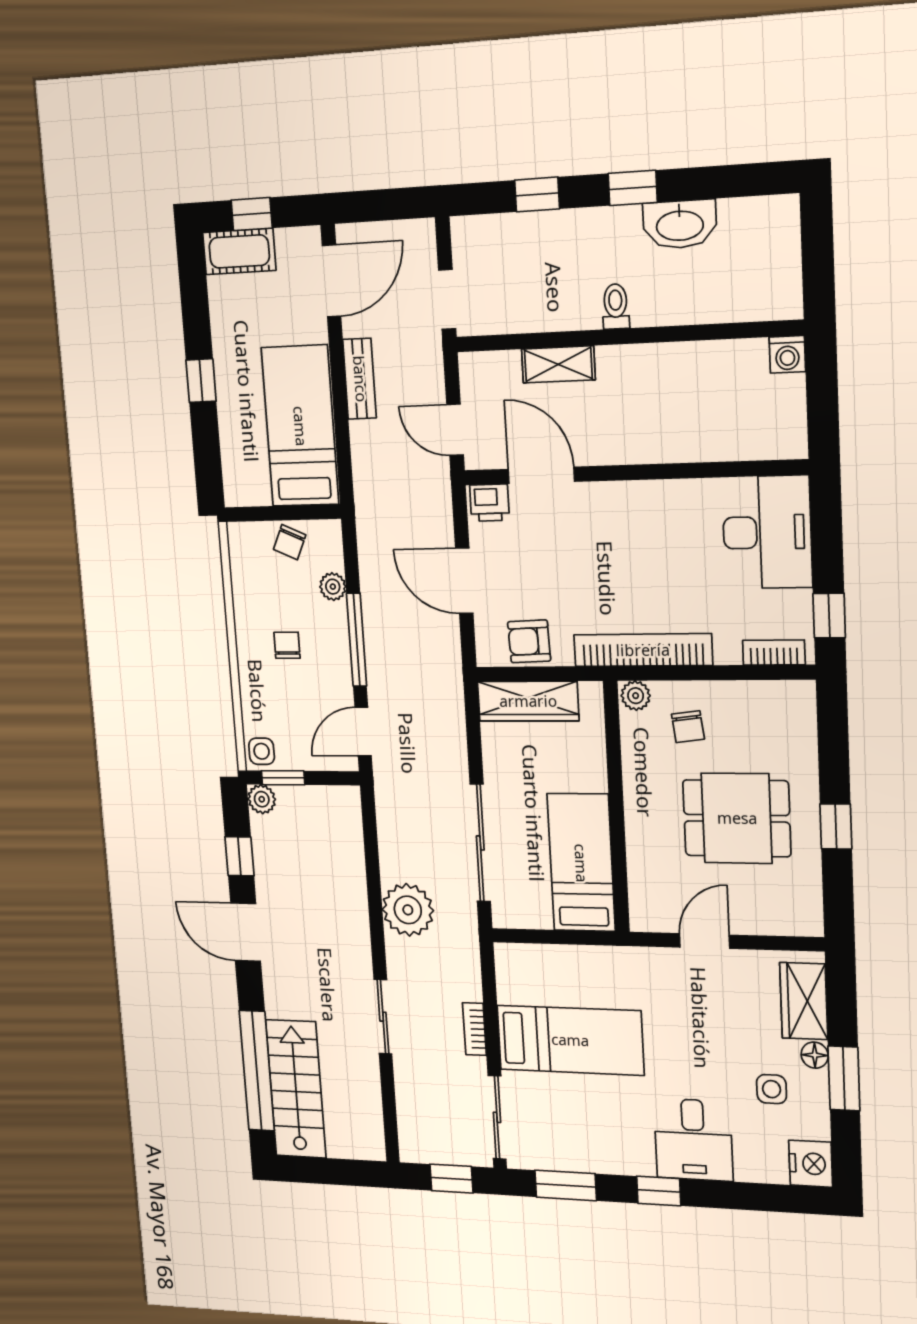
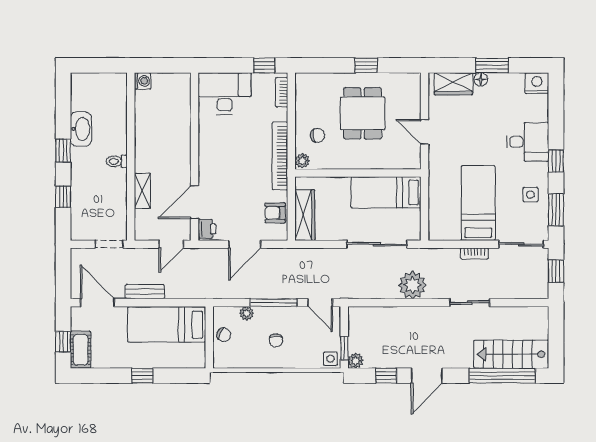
armchair: (529, 641) -> (275, 213), turned 92
chair: (287, 645) -> (276, 340), turned -90
side table: (772, 1089) -> (530, 195), moved

